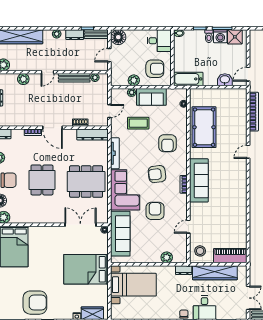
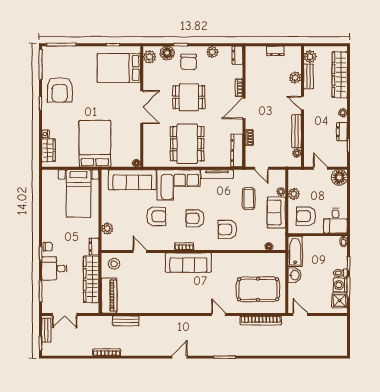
bench: (96, 34) -> (309, 76), moved
armchair: (155, 69) -> (306, 216), turned 90
washbasin: (225, 80) -> (294, 275), moved
pool table: (204, 127) -> (258, 289), moved
armchair: (157, 174) -> (195, 218), turned -83
double door: (80, 225) -> (142, 107), moved
bench: (254, 240) -> (126, 321), added

